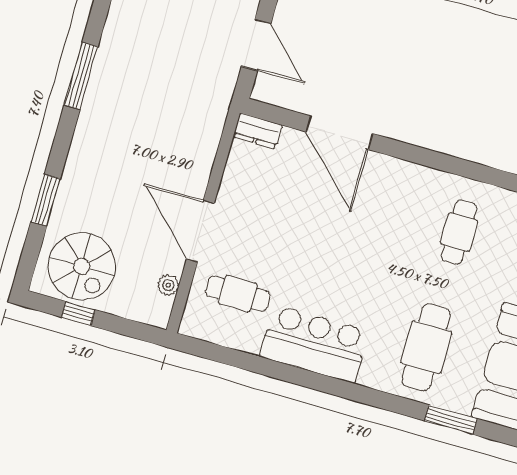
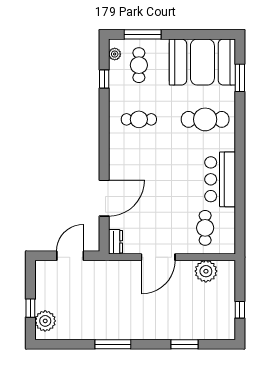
door: (200, 231) -> (158, 257), moved
spiral stairs: (82, 266) -> (214, 315), removed
plant: (168, 285) -> (206, 271), width x1.87, depth x1.87
window: (451, 420) -> (240, 78), moved

